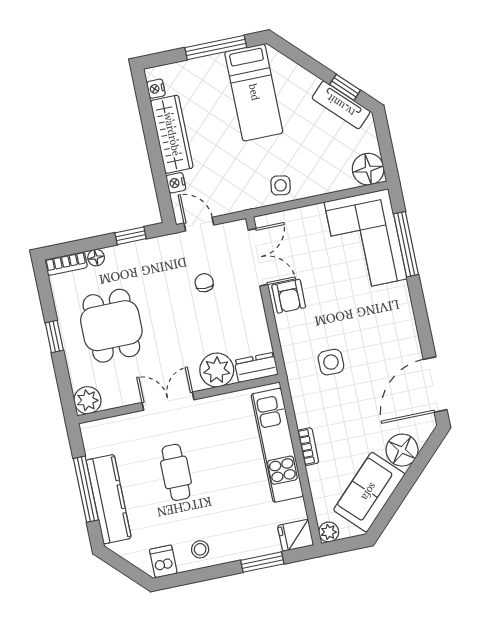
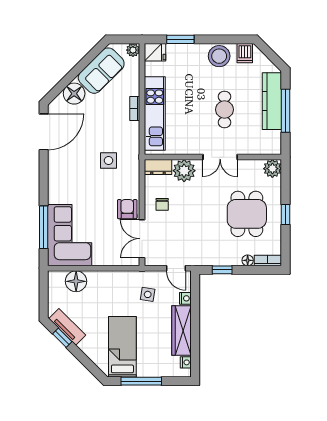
floor lamp: (368, 169) -> (76, 281), moved
side table: (281, 185) -> (148, 294), moved
chair: (204, 283) -> (162, 204), moved
stool: (200, 549) -> (219, 56), width x1.89, depth x1.89

